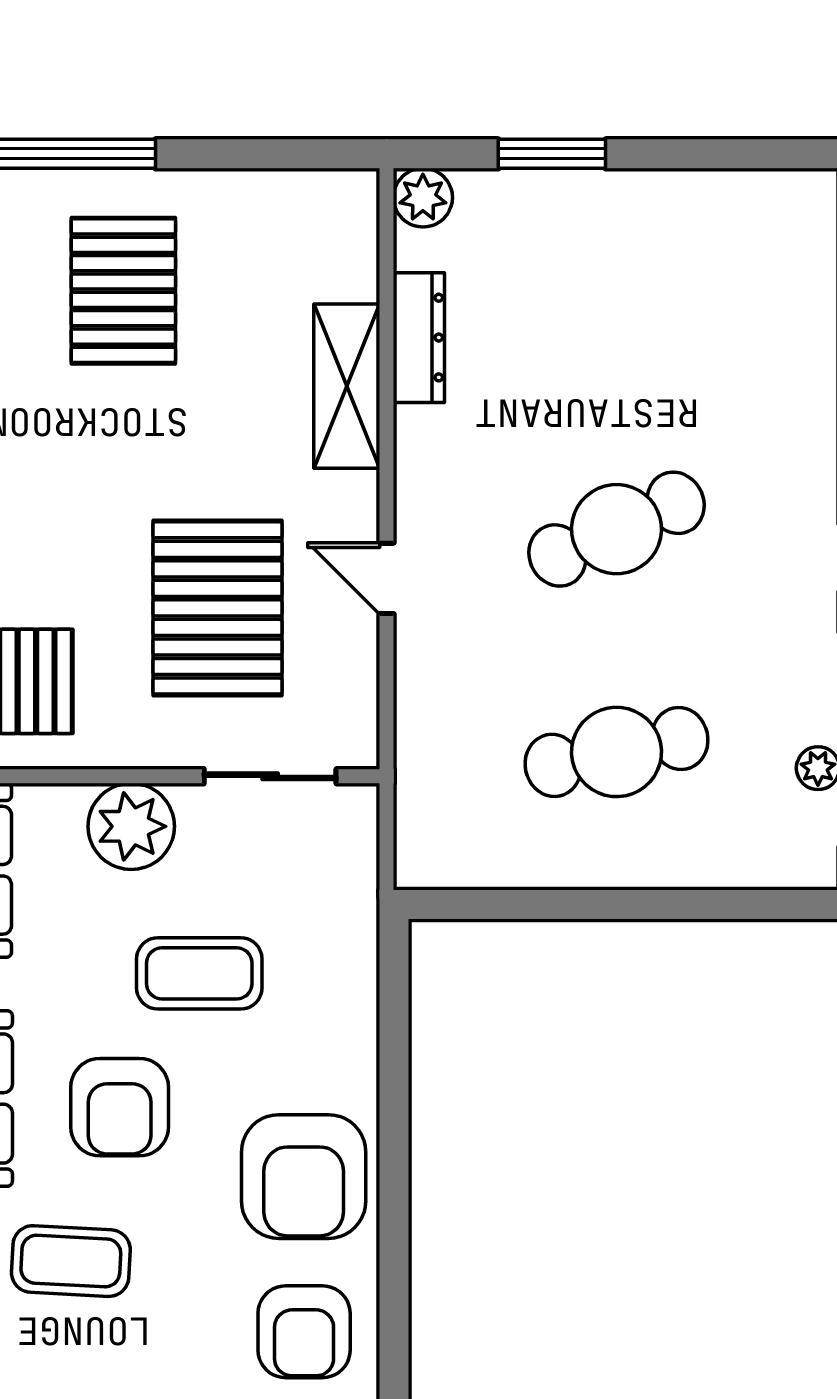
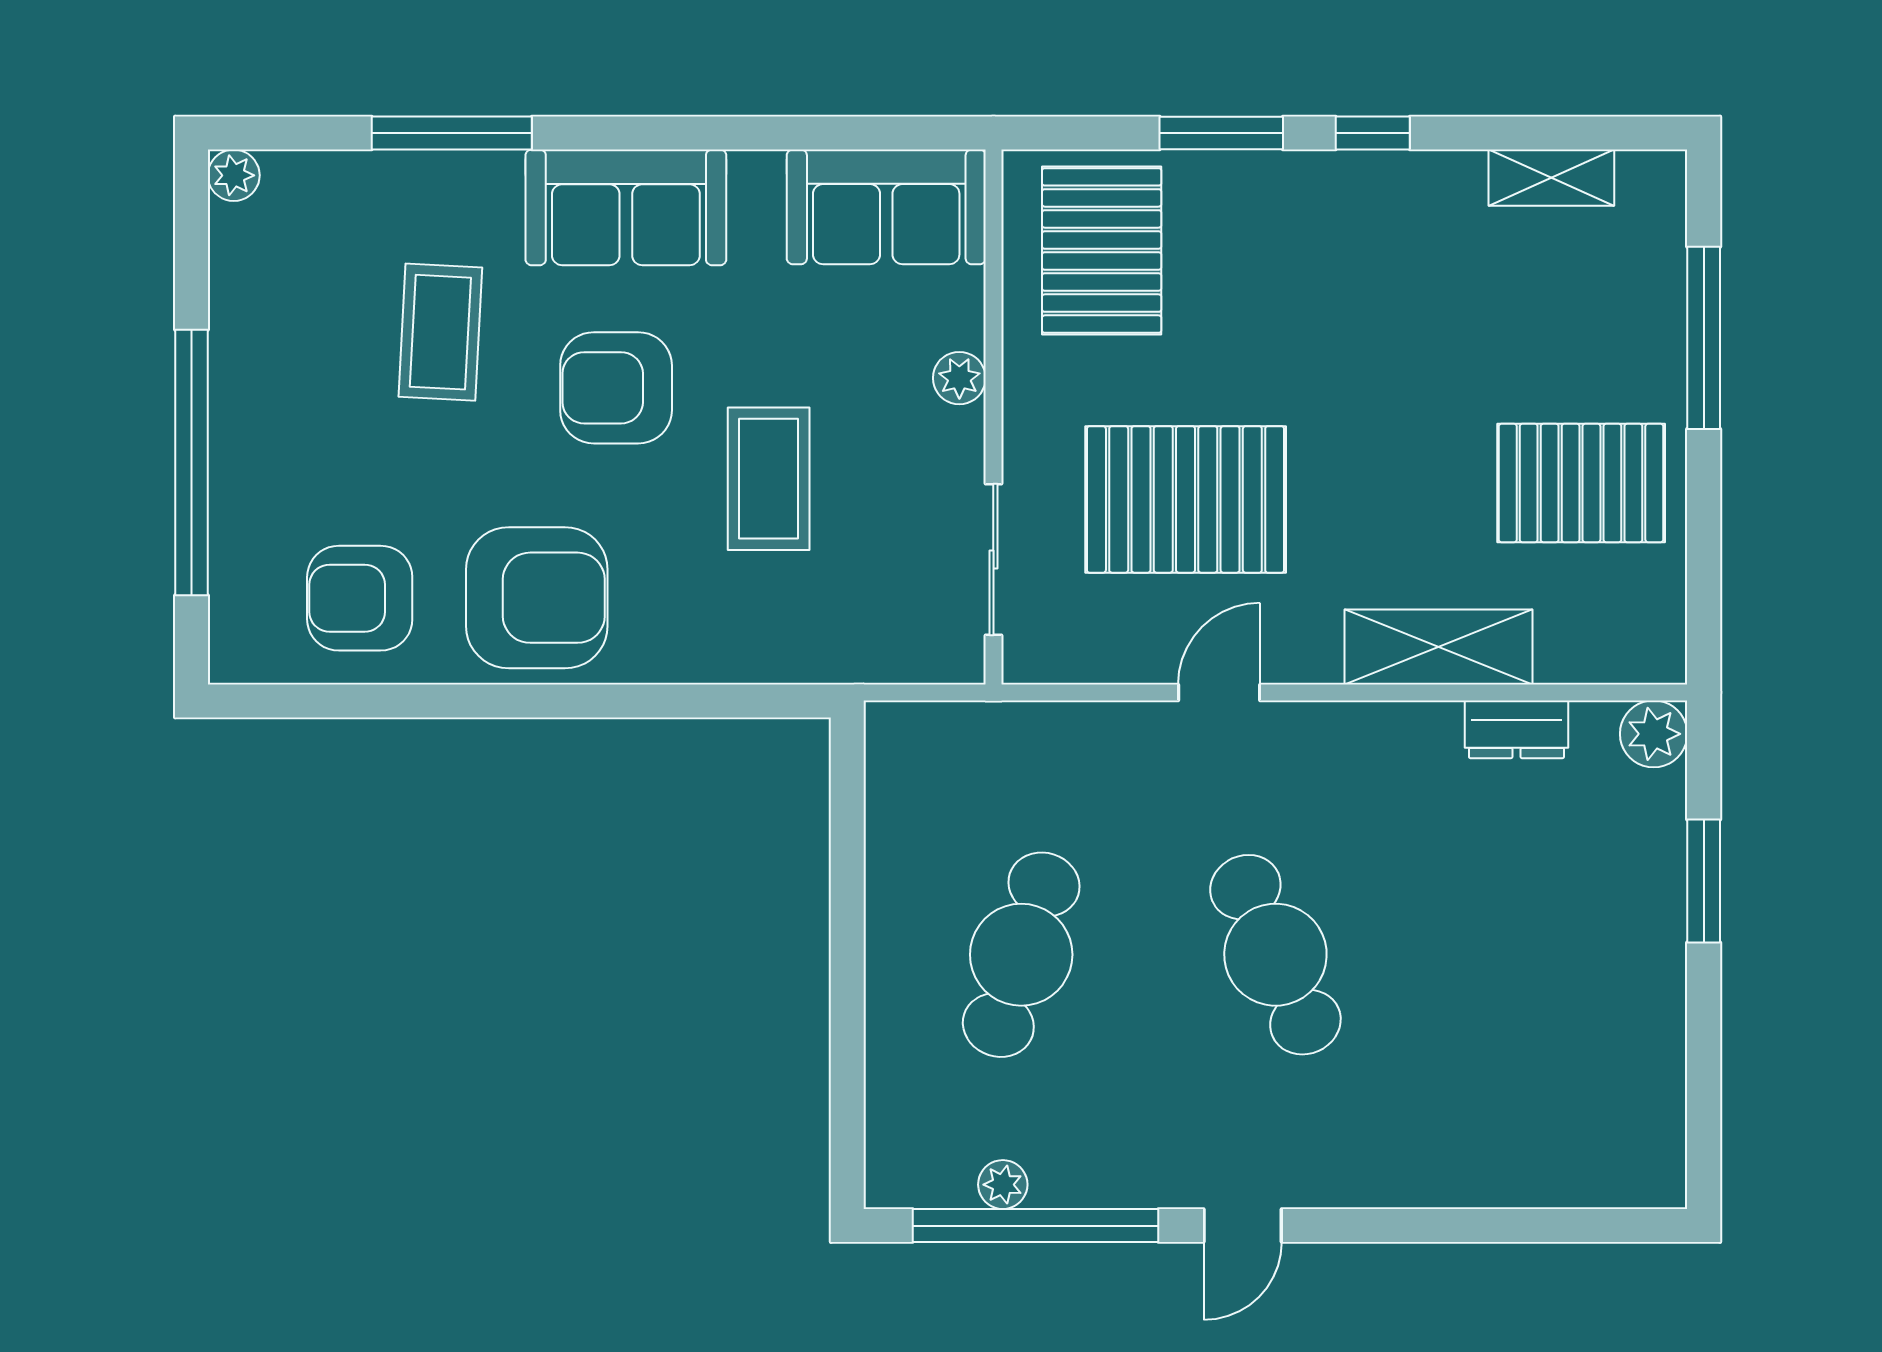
pallet: (123, 291) -> (1581, 483), moved
dresser: (419, 338) -> (1517, 729), width x0.70
cafe table: (617, 752) -> (1021, 955), turned 30
plant: (131, 826) -> (959, 378), width x0.53, depth x0.53
armchair: (304, 1177) -> (537, 598), turned 180

